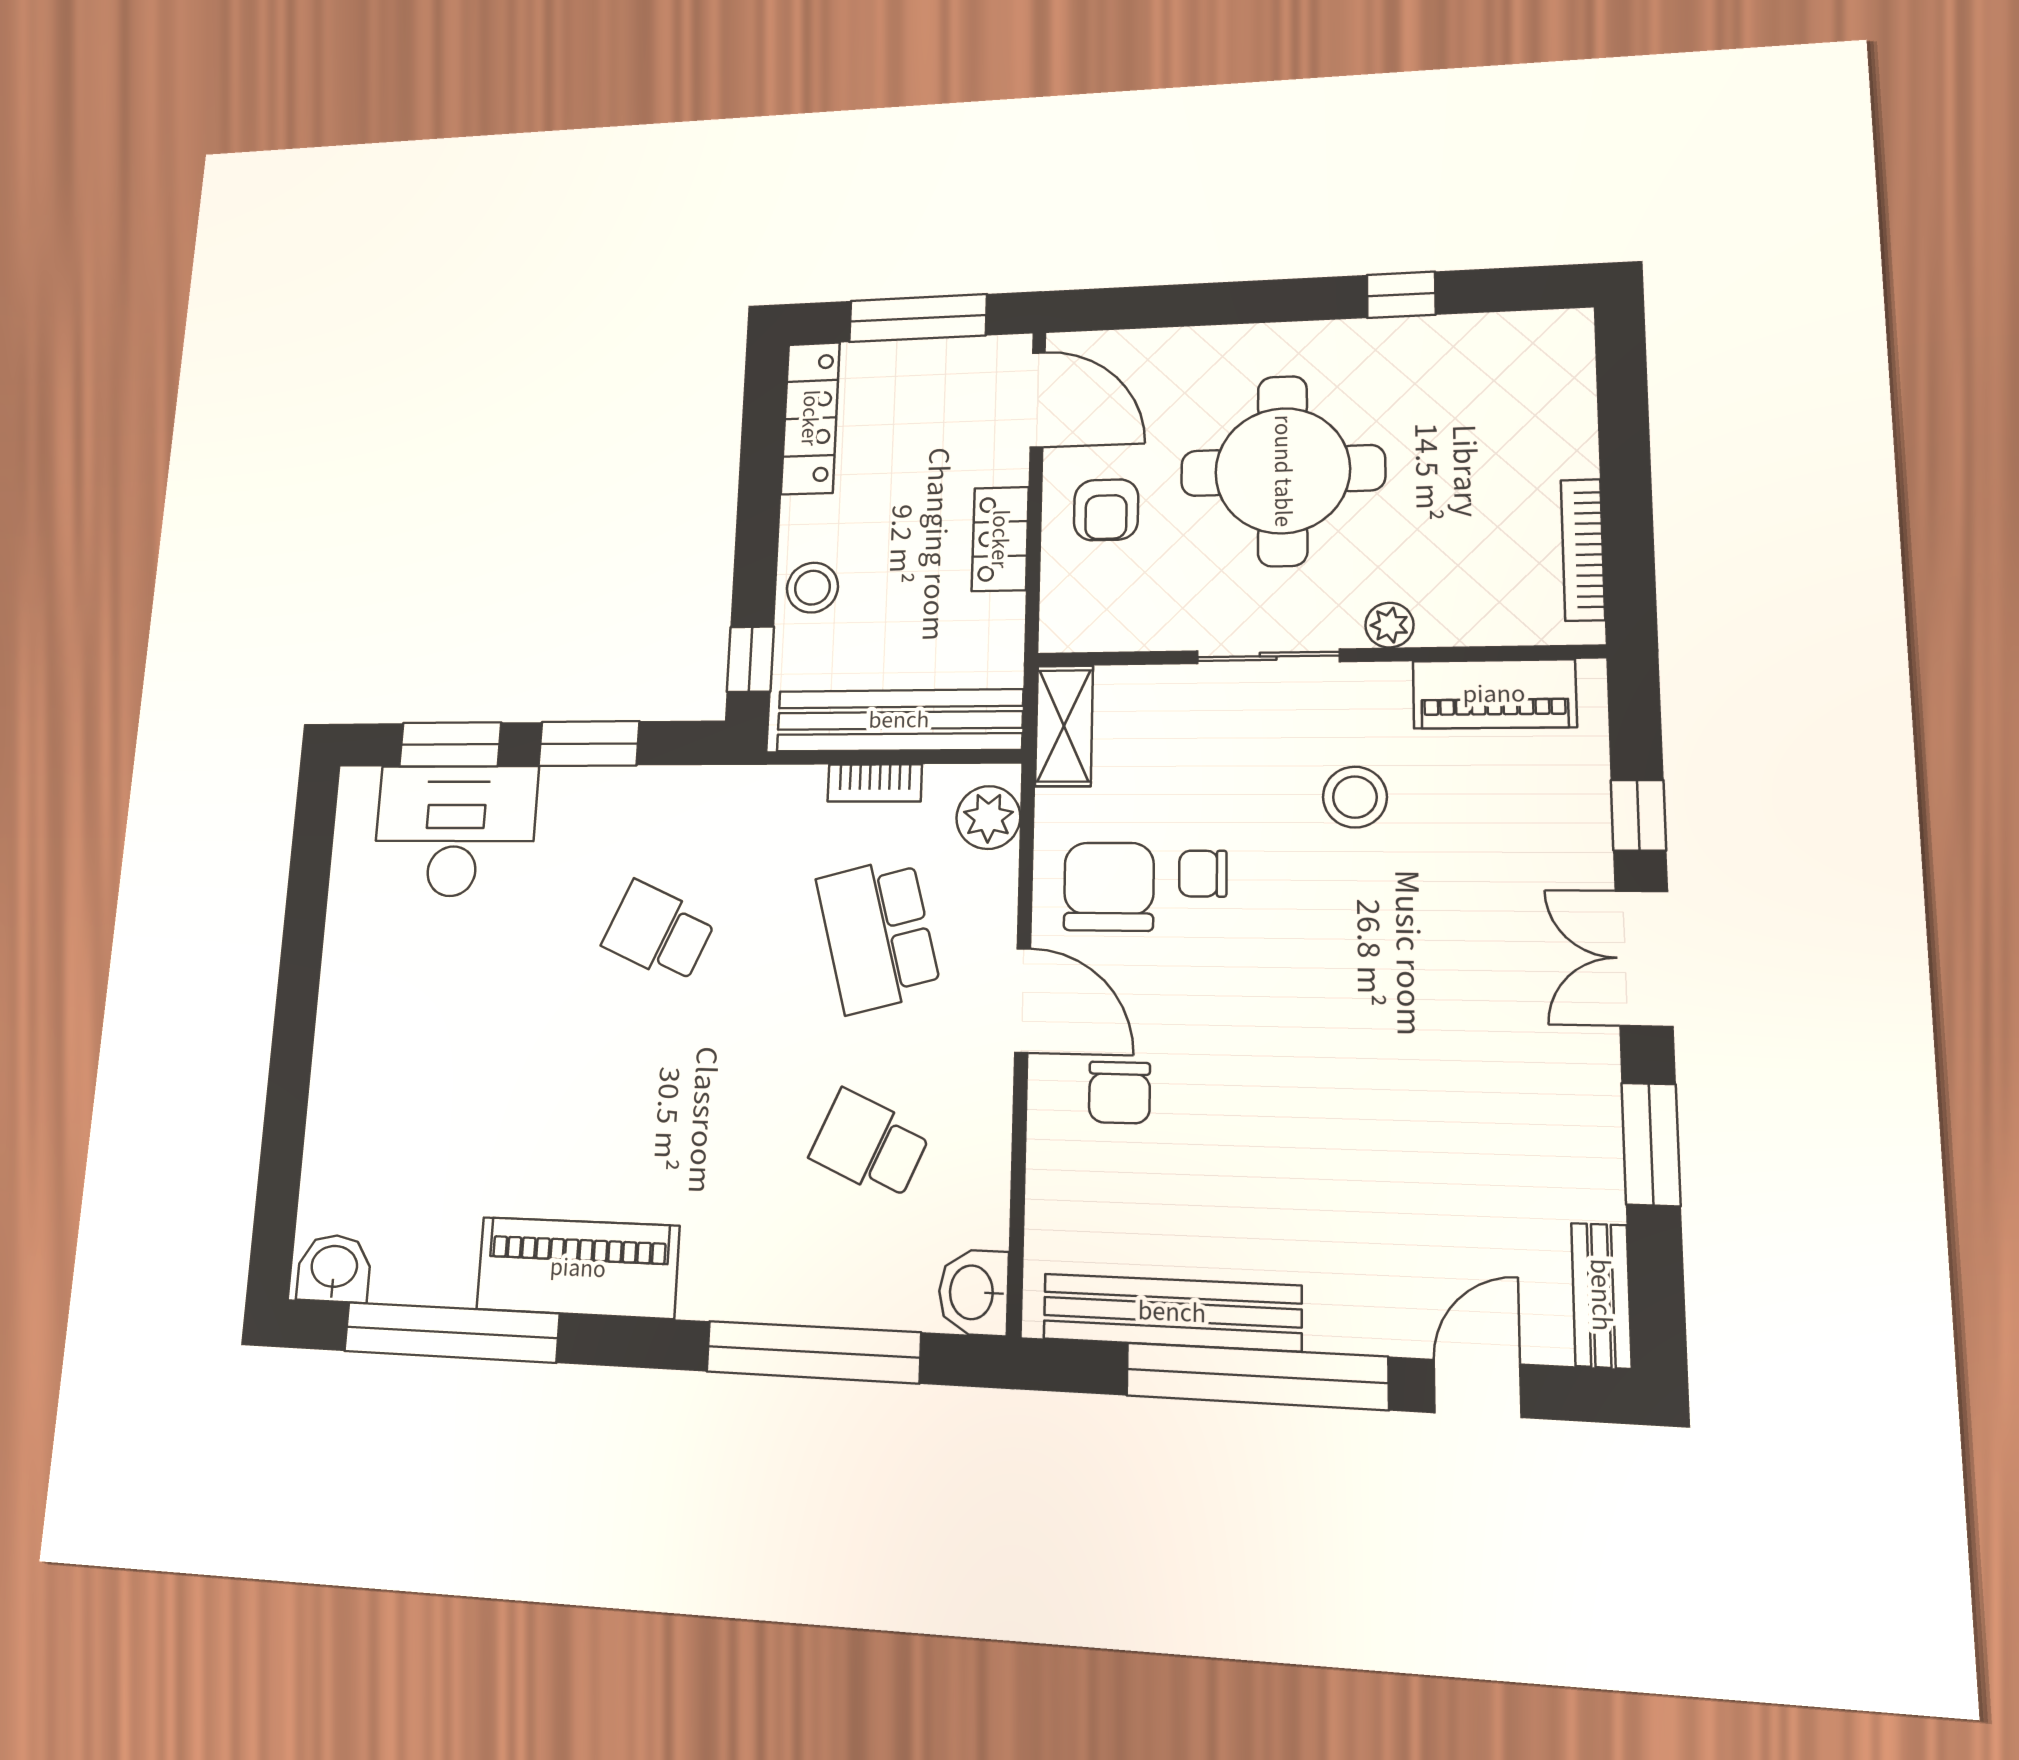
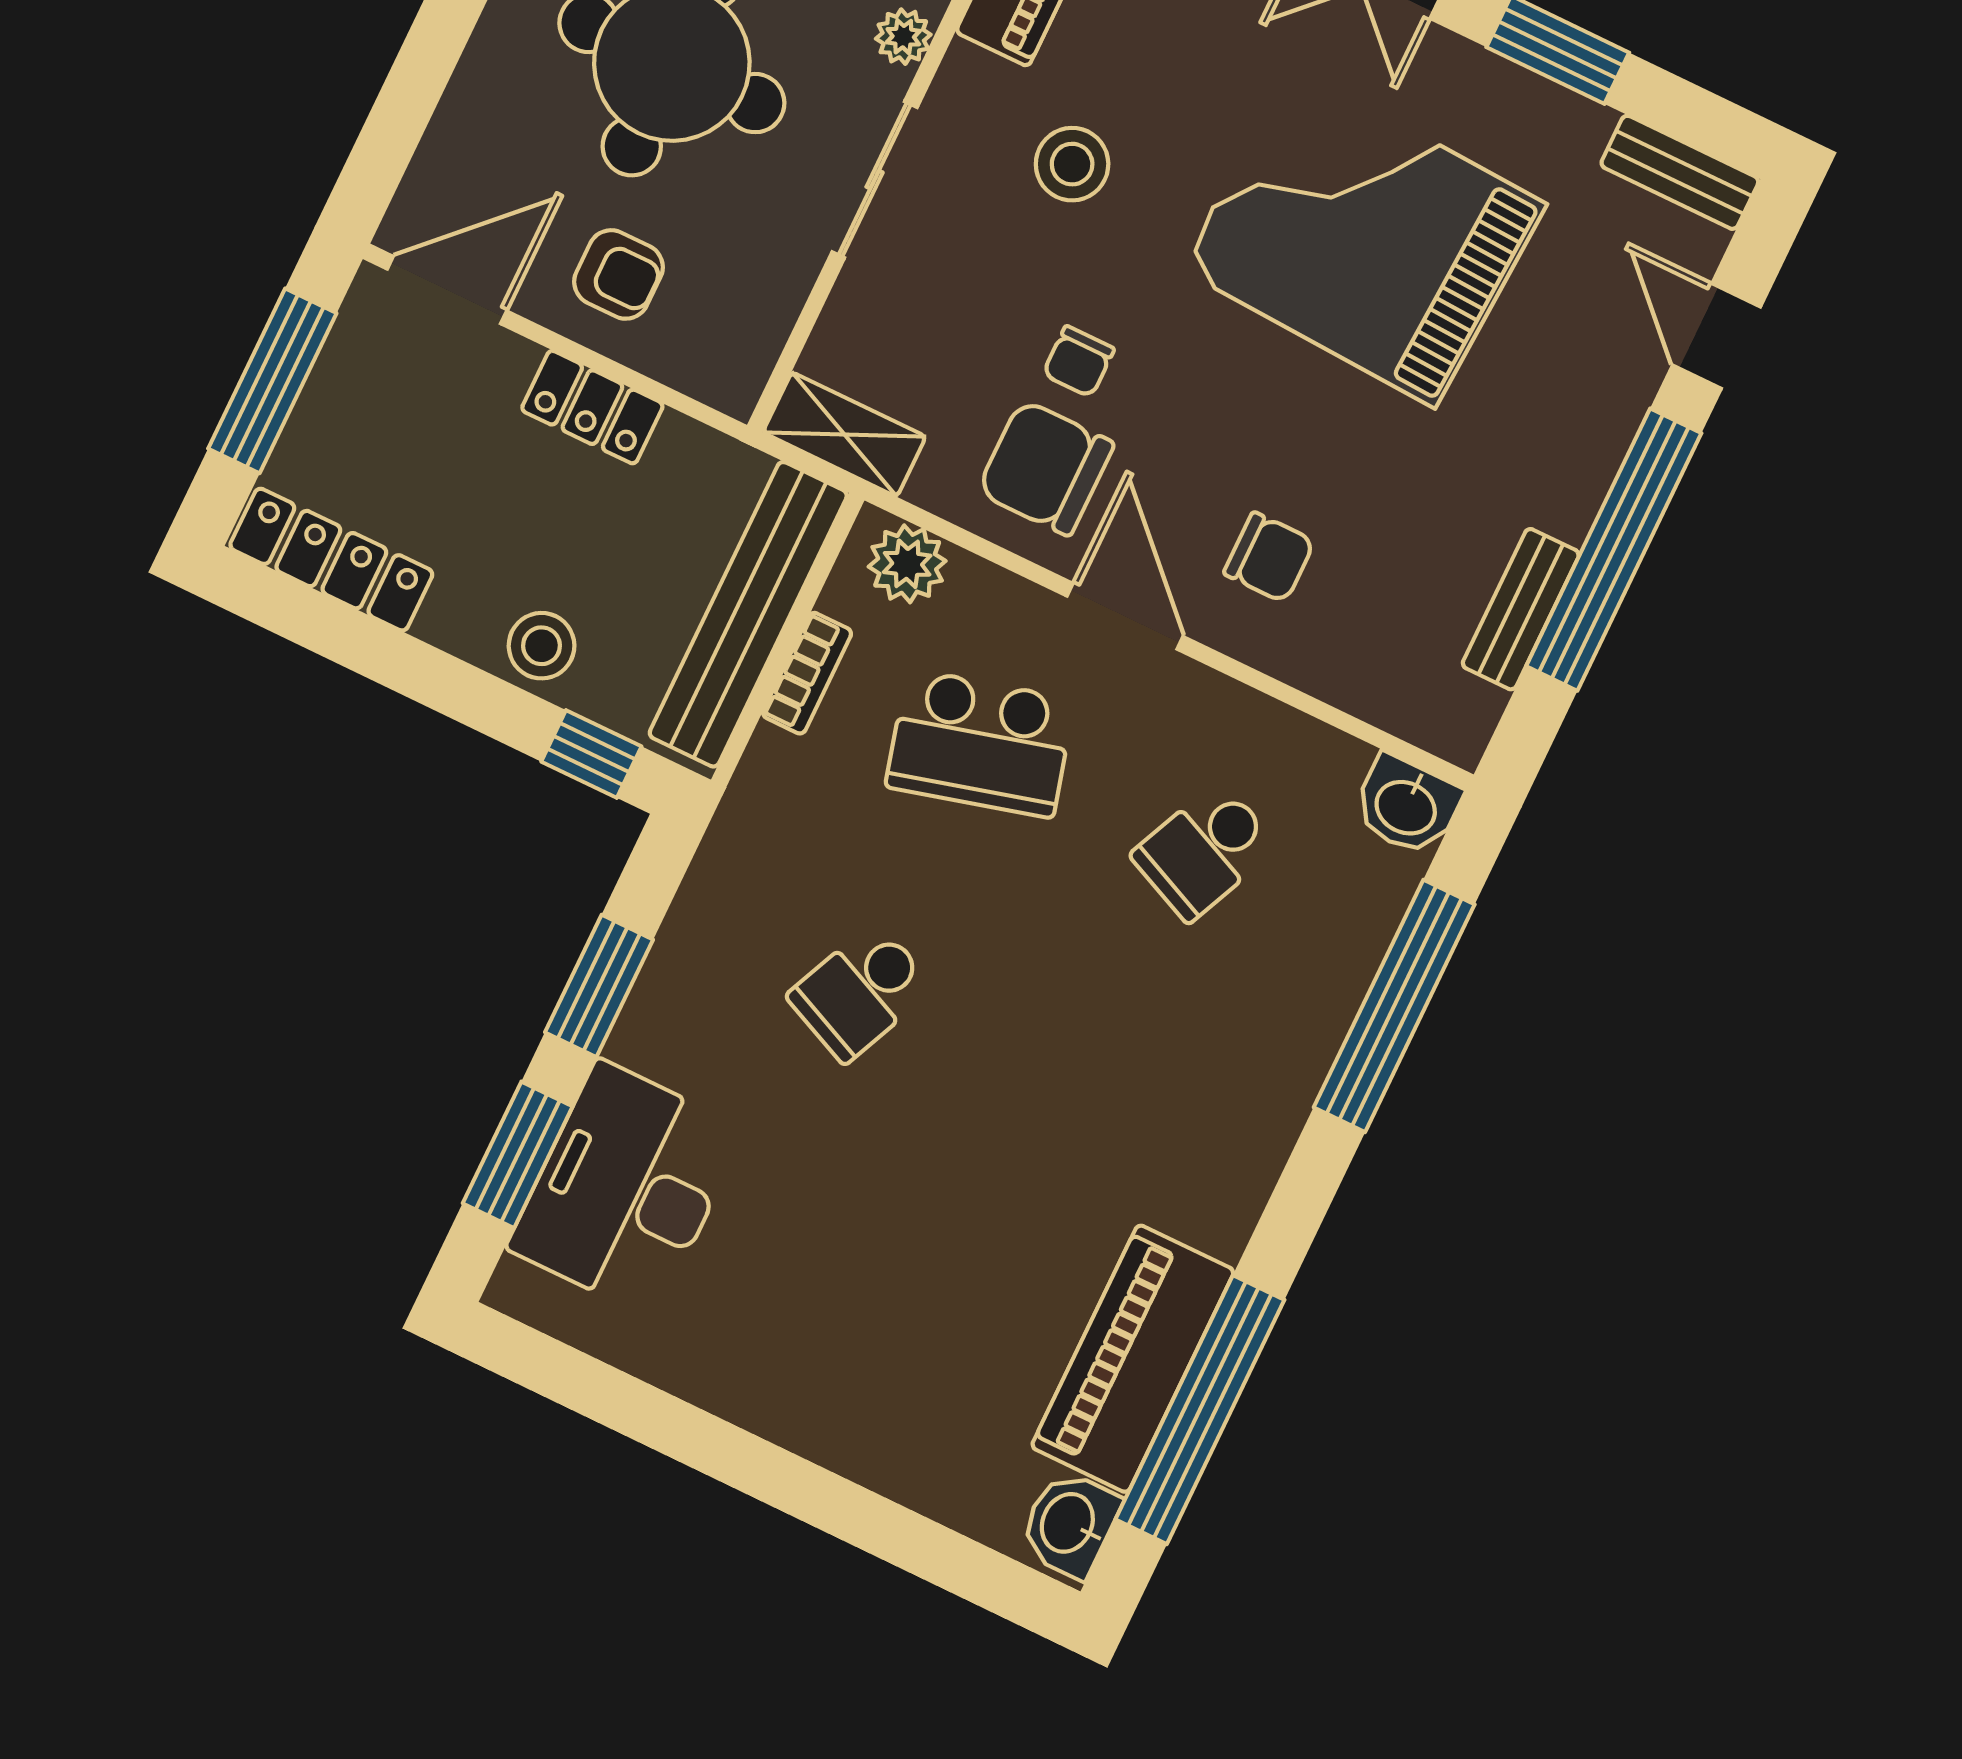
door: (1023, 1000) -> (1125, 616), hinge flipped
grand piano: (1413, 1052) -> (1363, 236), added
piano: (578, 1268) -> (1133, 1359), moved
bench: (1172, 1312) -> (1521, 609), width x0.54, depth x0.82

